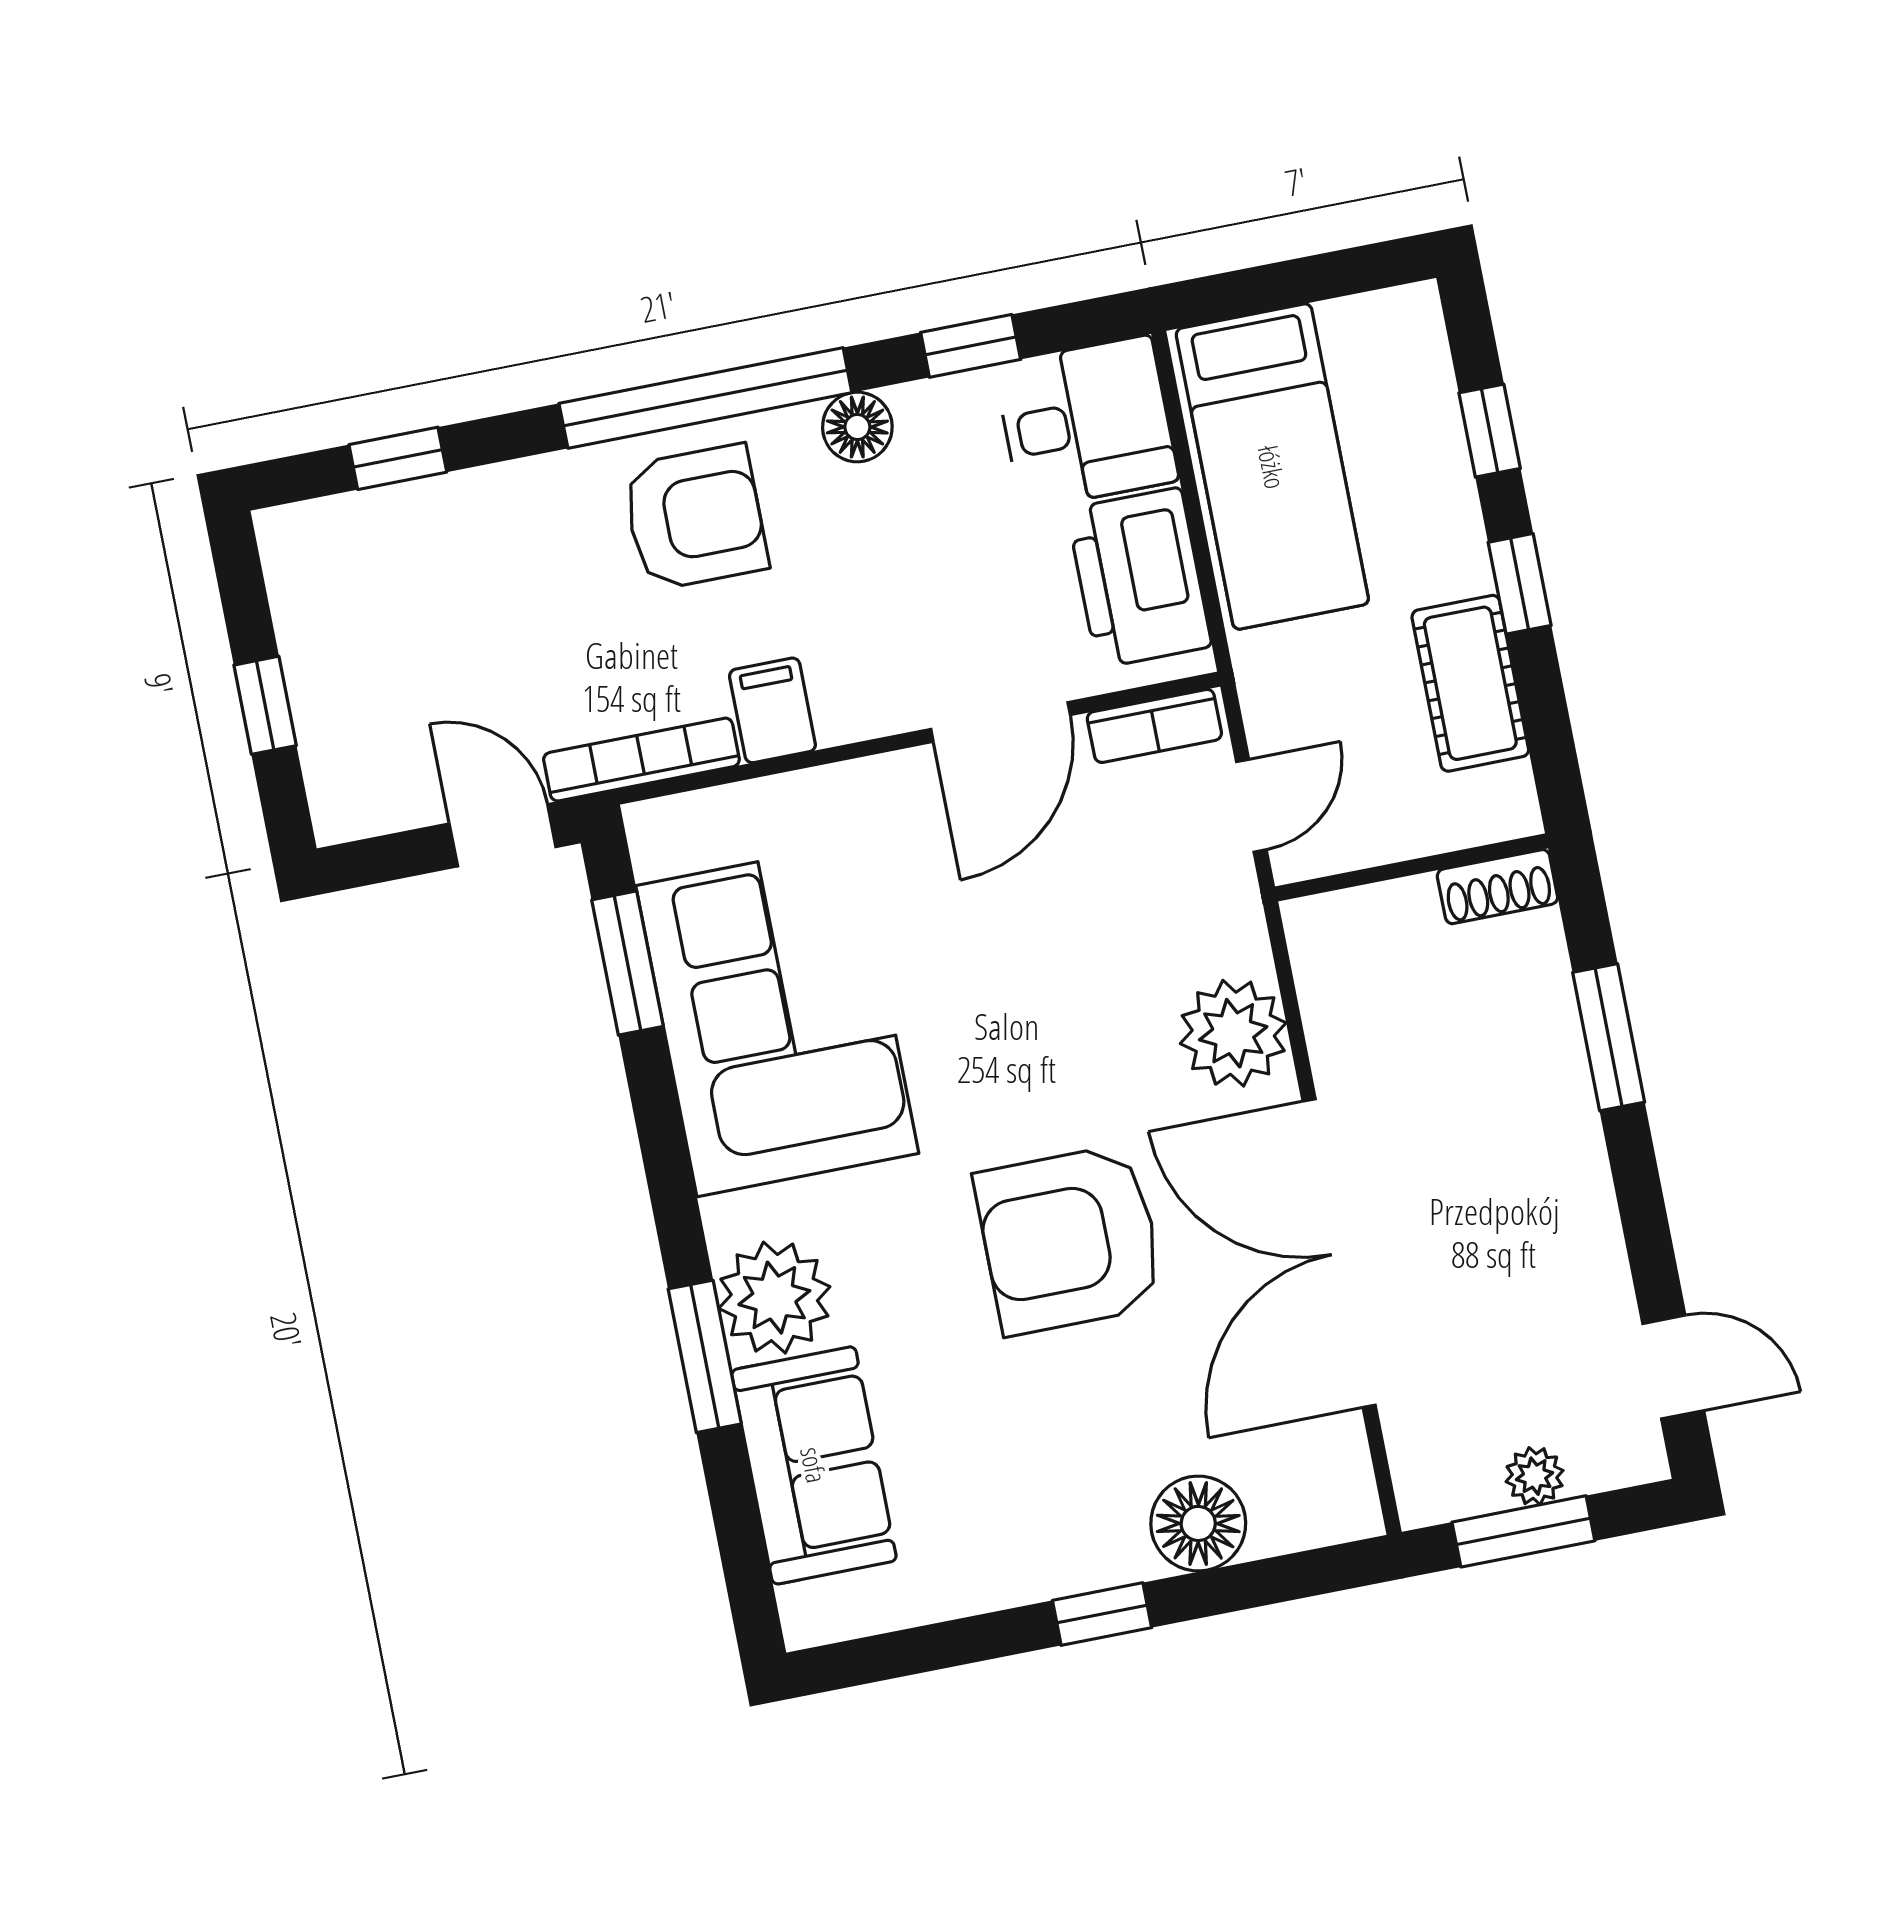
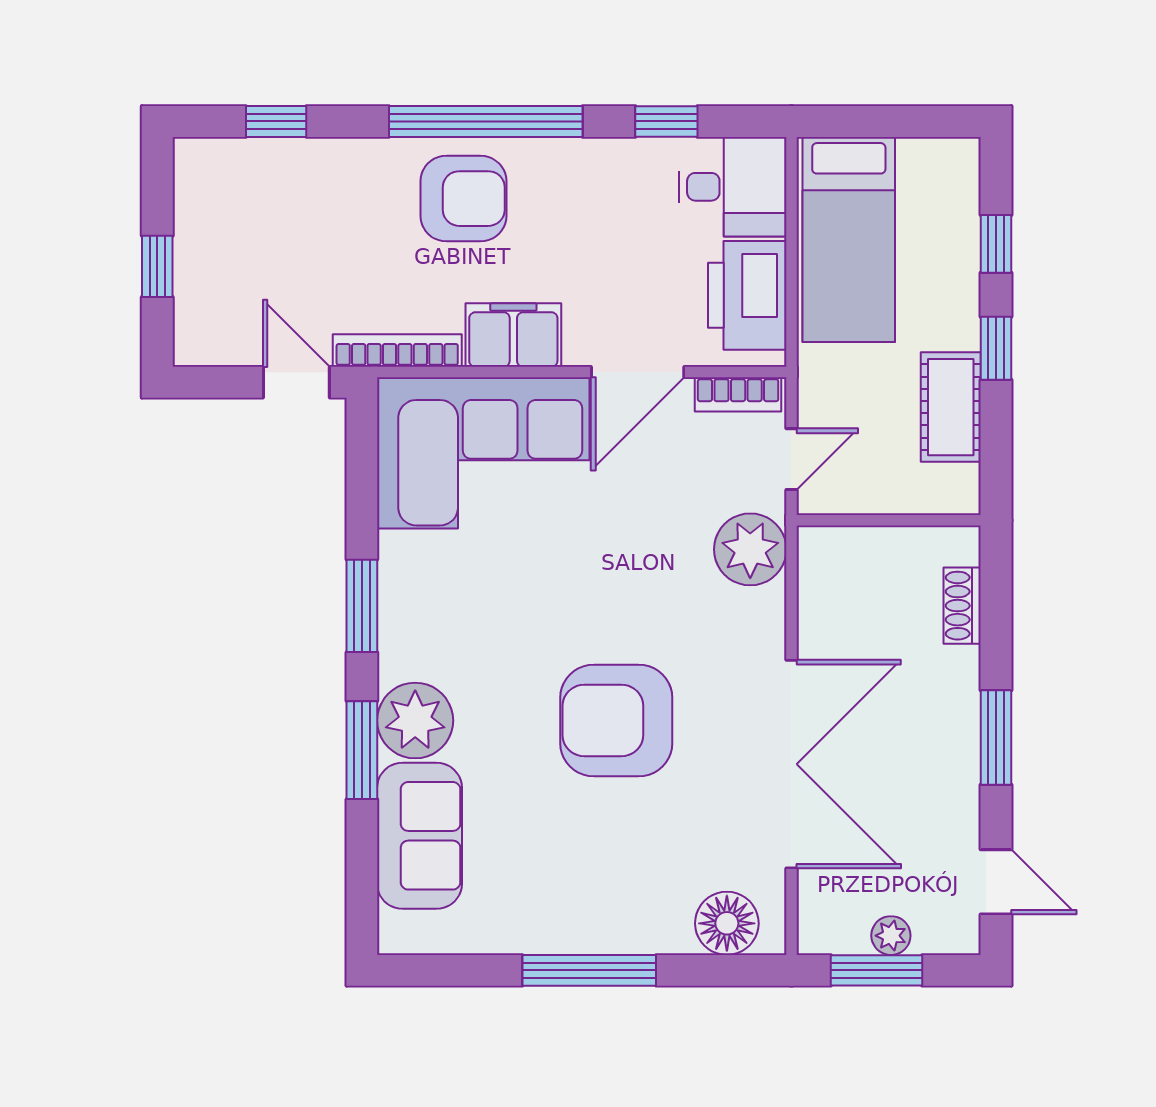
floor lamp: (857, 427) -> (582, 160), removed
filing cabinet: (772, 710) -> (513, 335), width x2.00
shoe rack: (1497, 887) -> (962, 606), moved, turned 90
window: (628, 963) -> (362, 606), moved
corner sofa: (777, 1019) -> (483, 453), moved, turned 90
plant: (1233, 1033) -> (750, 549), moved
window: (1609, 1037) -> (996, 737), moved
double door: (1339, 1253) -> (791, 764), swing flipped
floor lamp: (1198, 1523) -> (727, 923), moved
window: (1102, 1614) -> (589, 970), width x2.17

